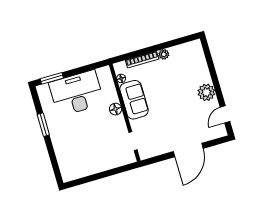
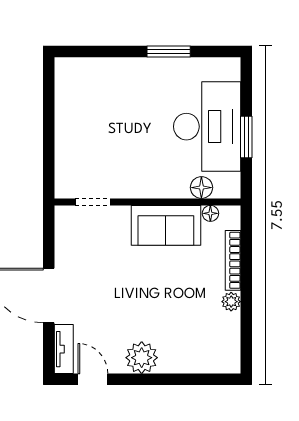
window: (52, 78) -> (246, 137), moved
floor lamp: (115, 109) -> (201, 188), moved
tv unit: (214, 134) -> (64, 349), added

